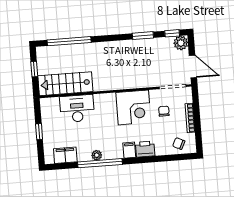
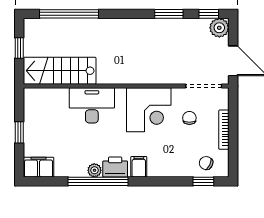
desk: (77, 109) -> (92, 105), moved
printer: (145, 149) -> (115, 167), moved
filing cabinet: (65, 155) -> (39, 167), moved
window: (178, 157) -> (203, 181), added

